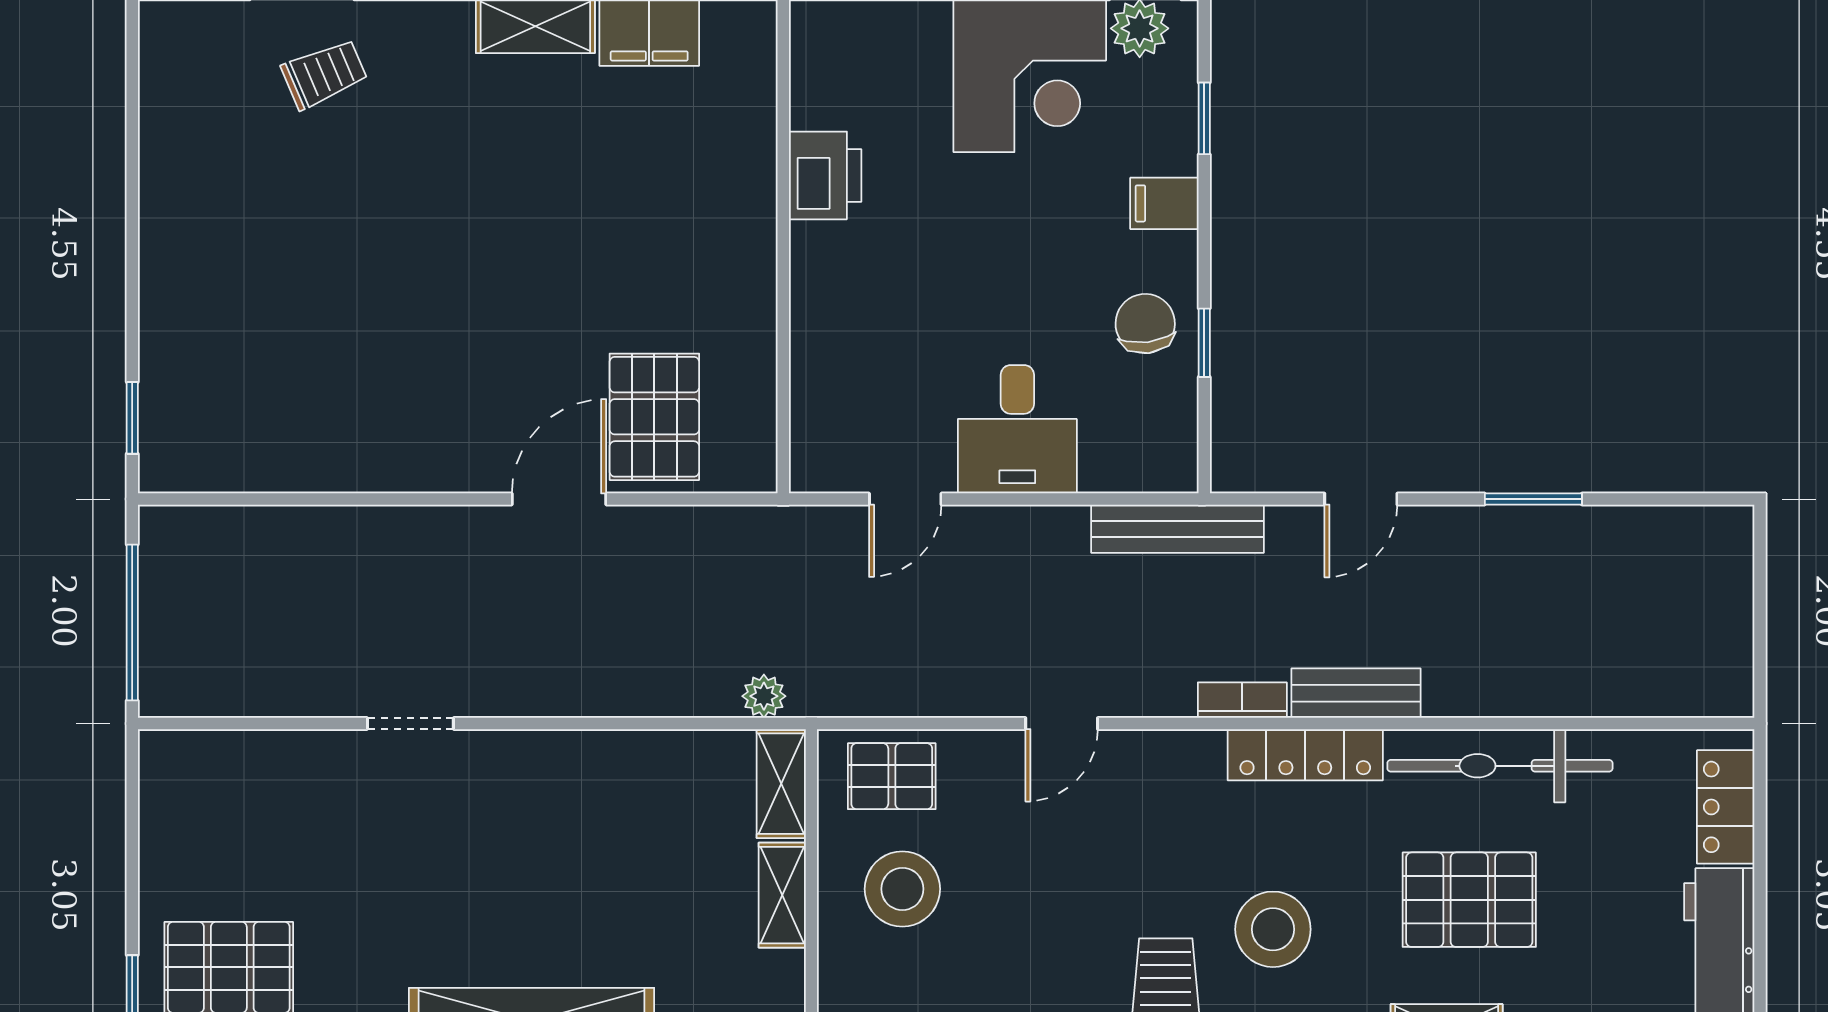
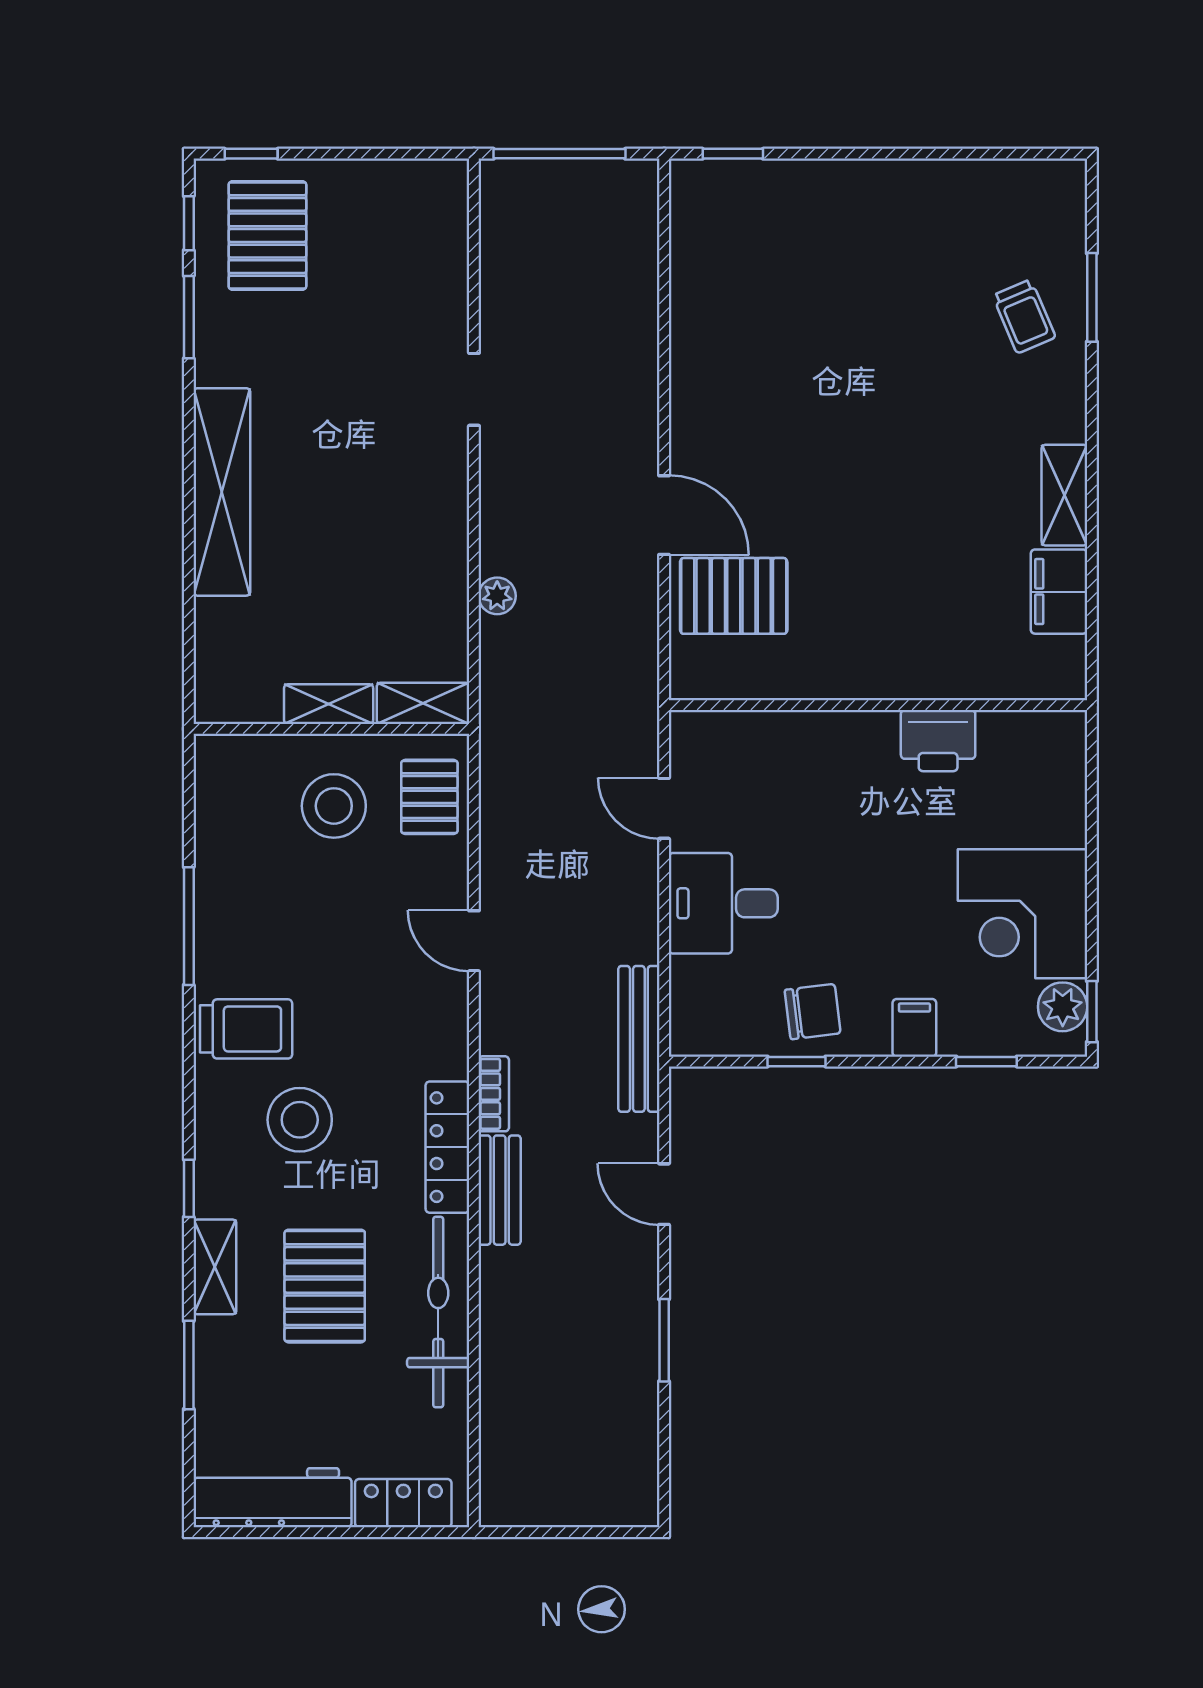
plant: (764, 696) -> (497, 596), moved

